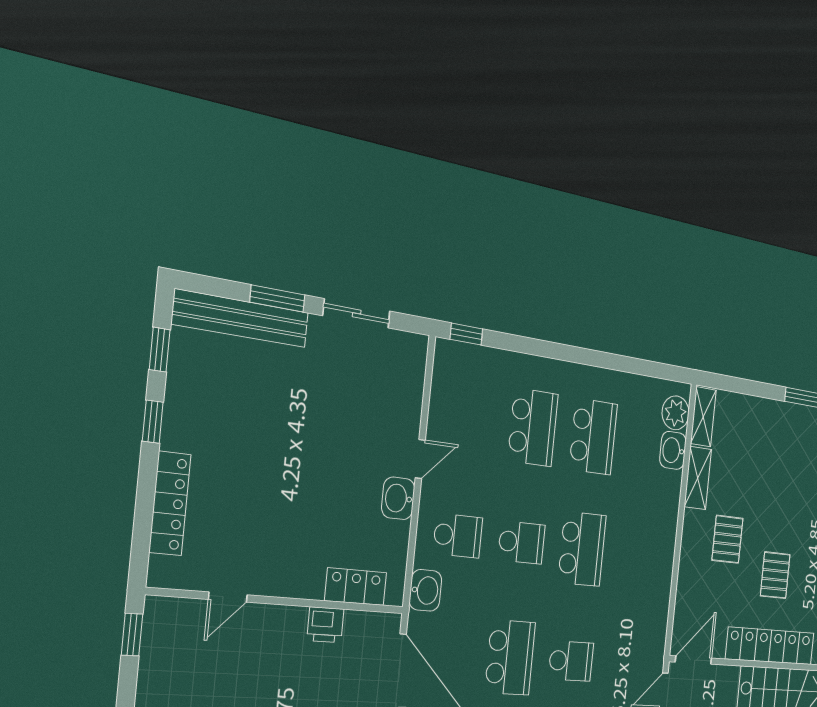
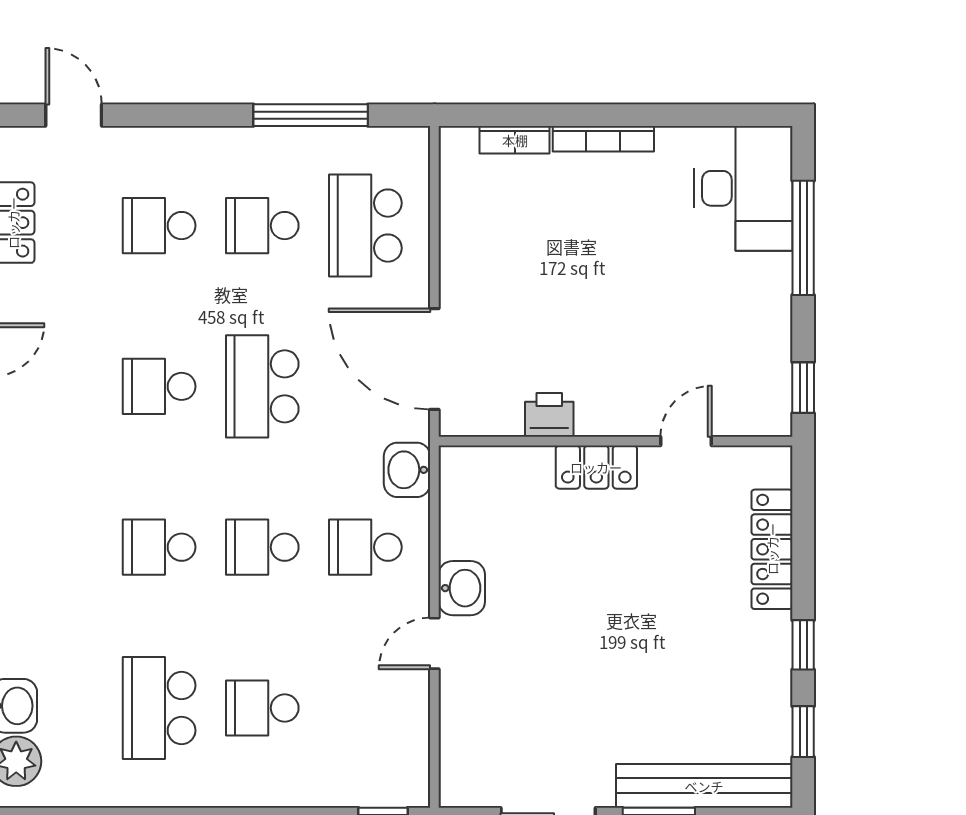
school desk: (533, 427) -> (262, 708), width x0.54
school desk: (582, 549) -> (159, 547), width x0.54
locker: (356, 587) -> (596, 467), moved

